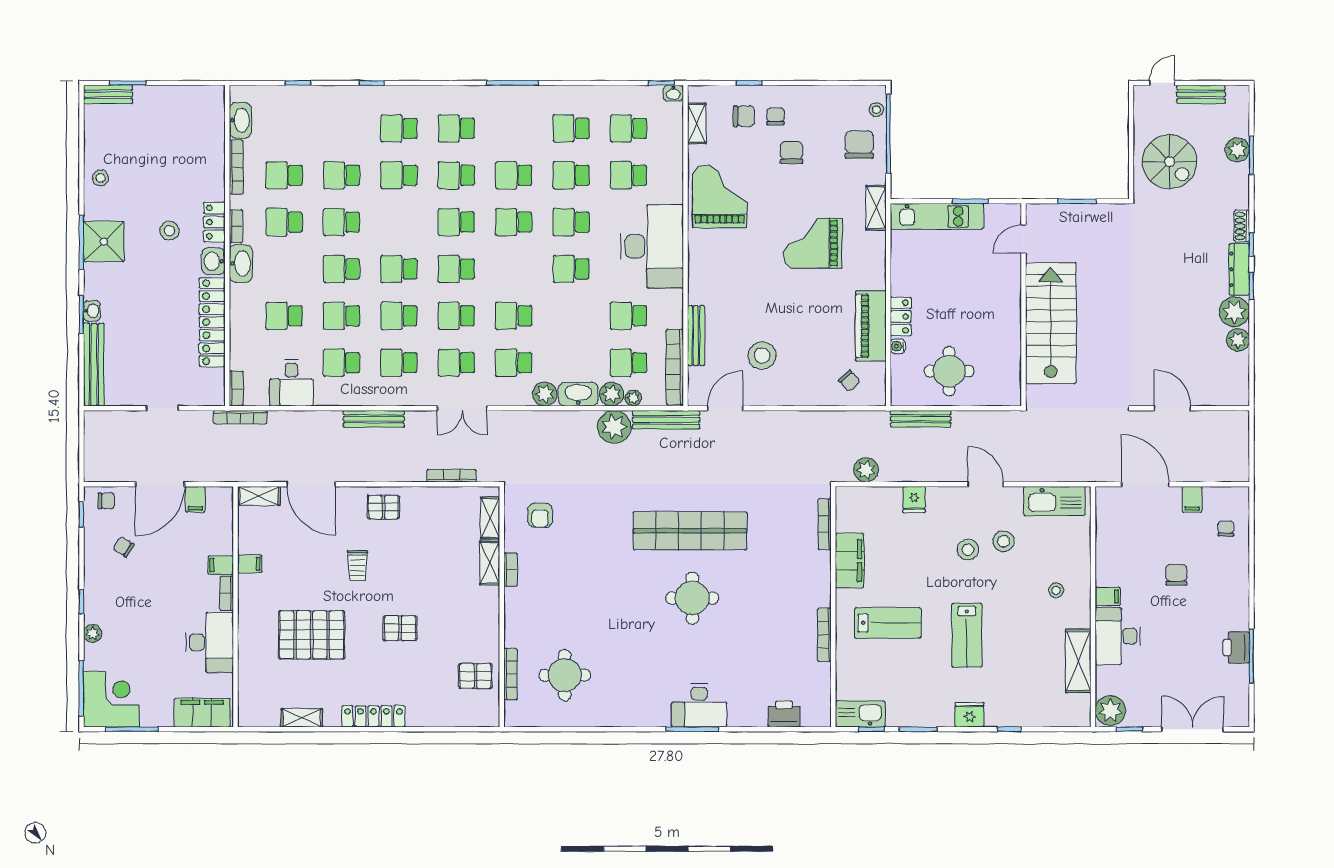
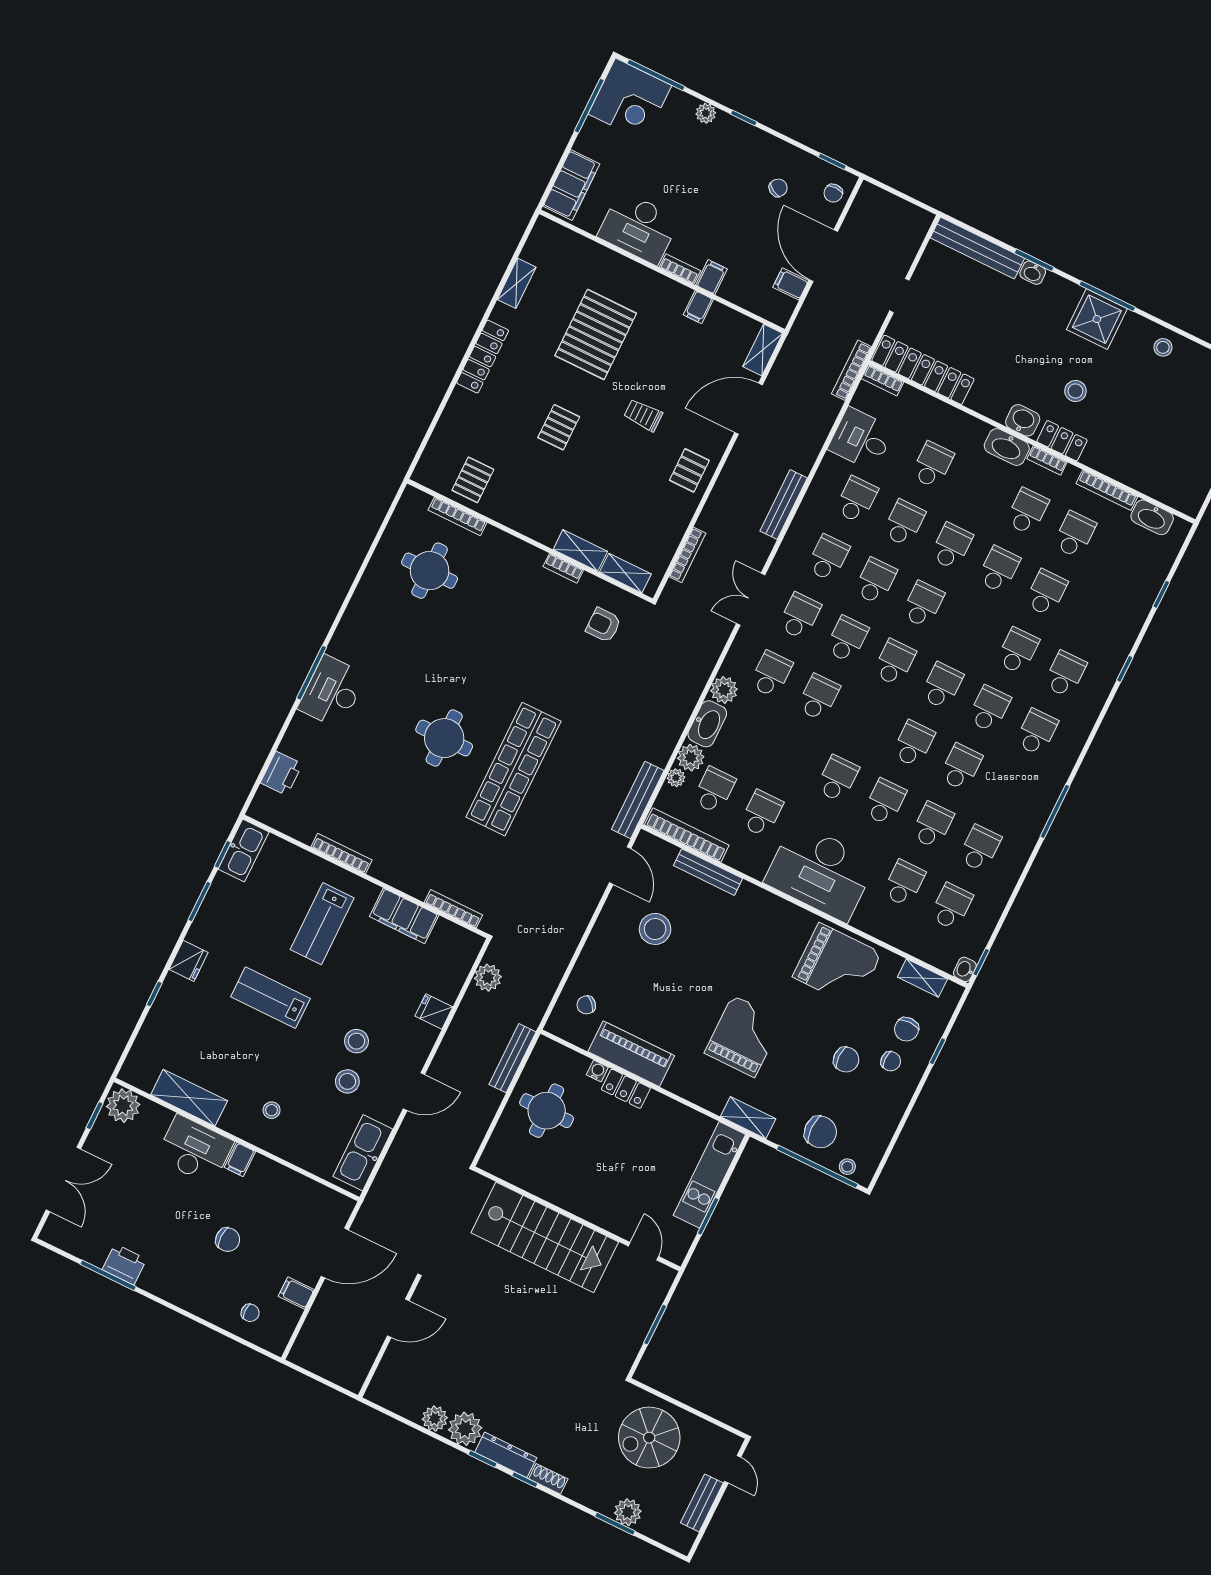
locker: (212, 322) -> (923, 370), moved
plant: (614, 427) -> (656, 744), removed

